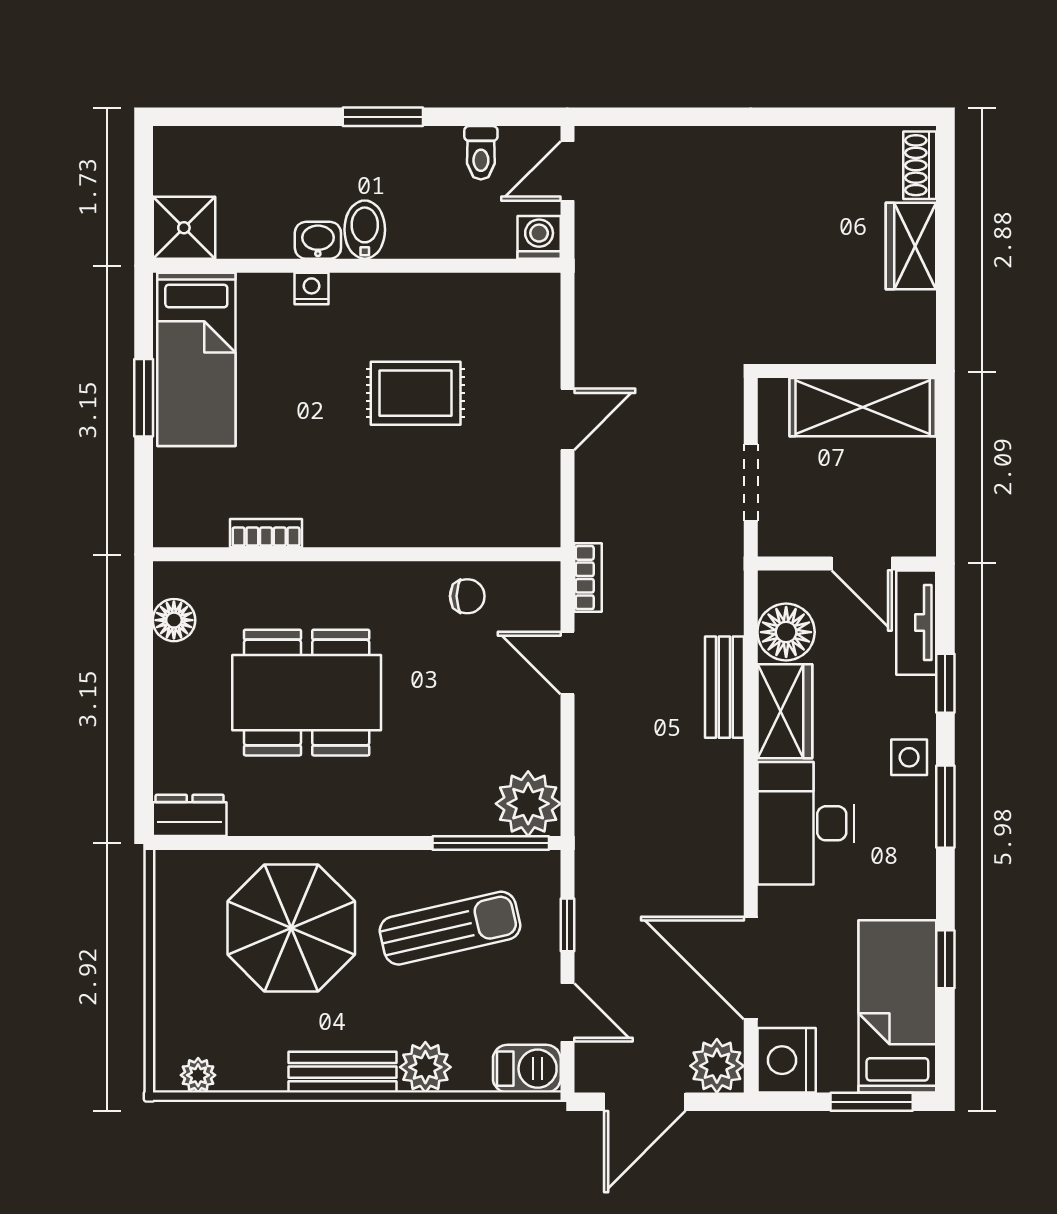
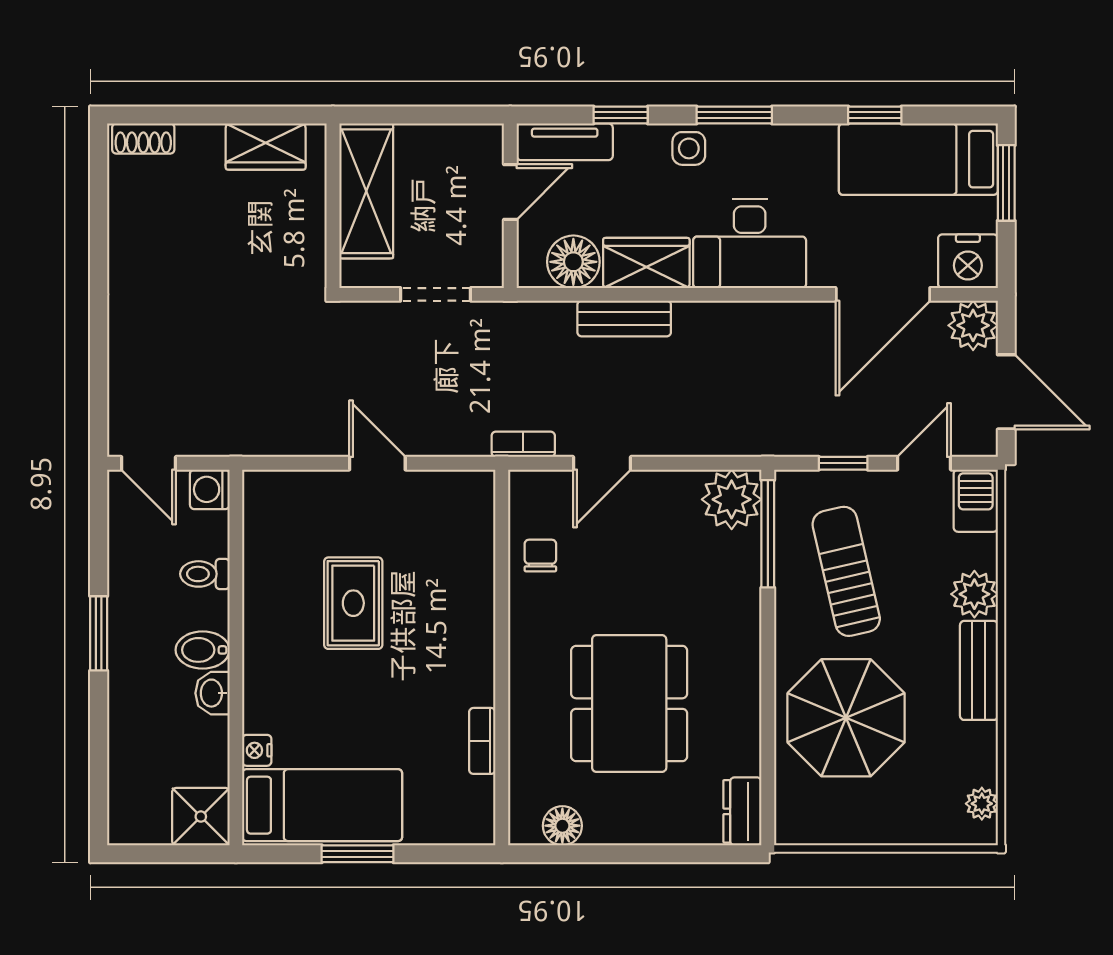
toilet: (481, 153) -> (205, 574), moved, turned 180
wardrobe: (911, 246) -> (266, 147), moved
nightstand: (312, 288) -> (257, 750), moved

